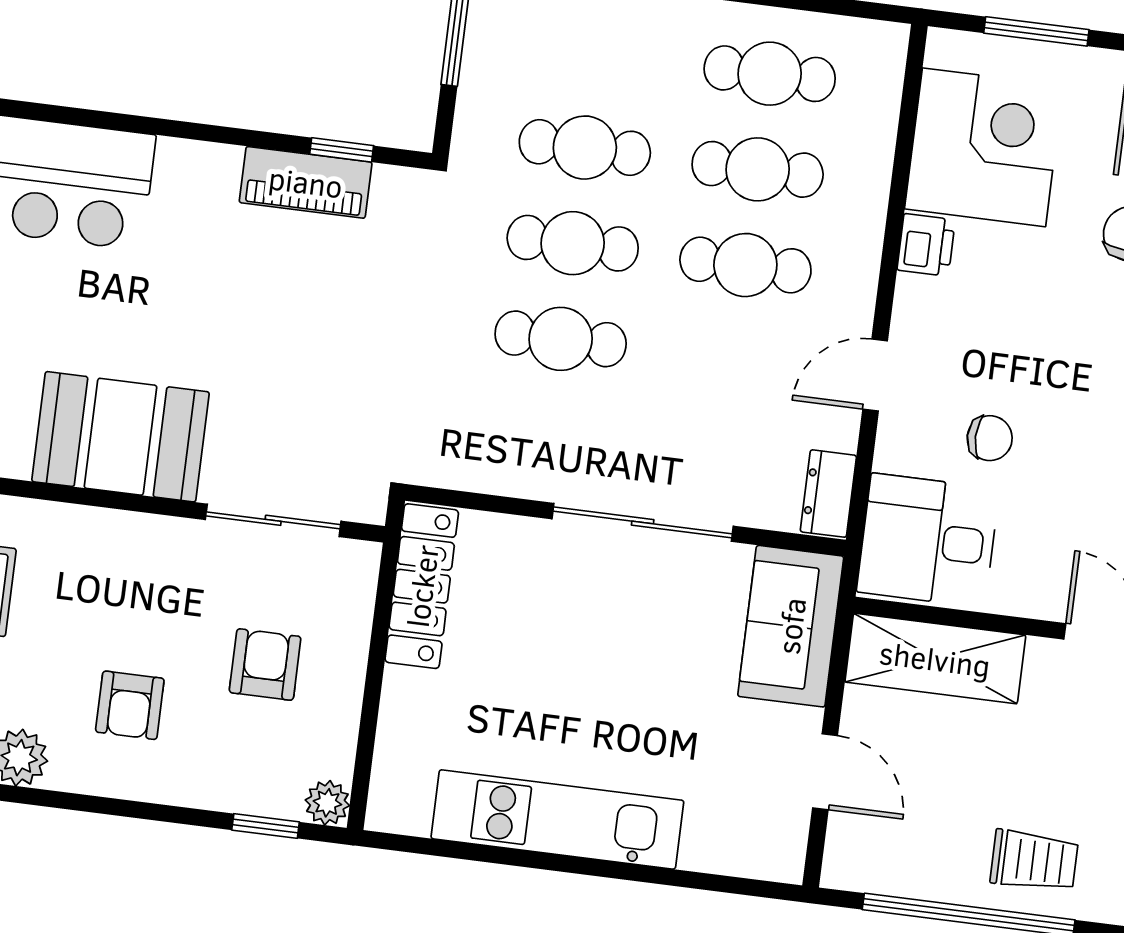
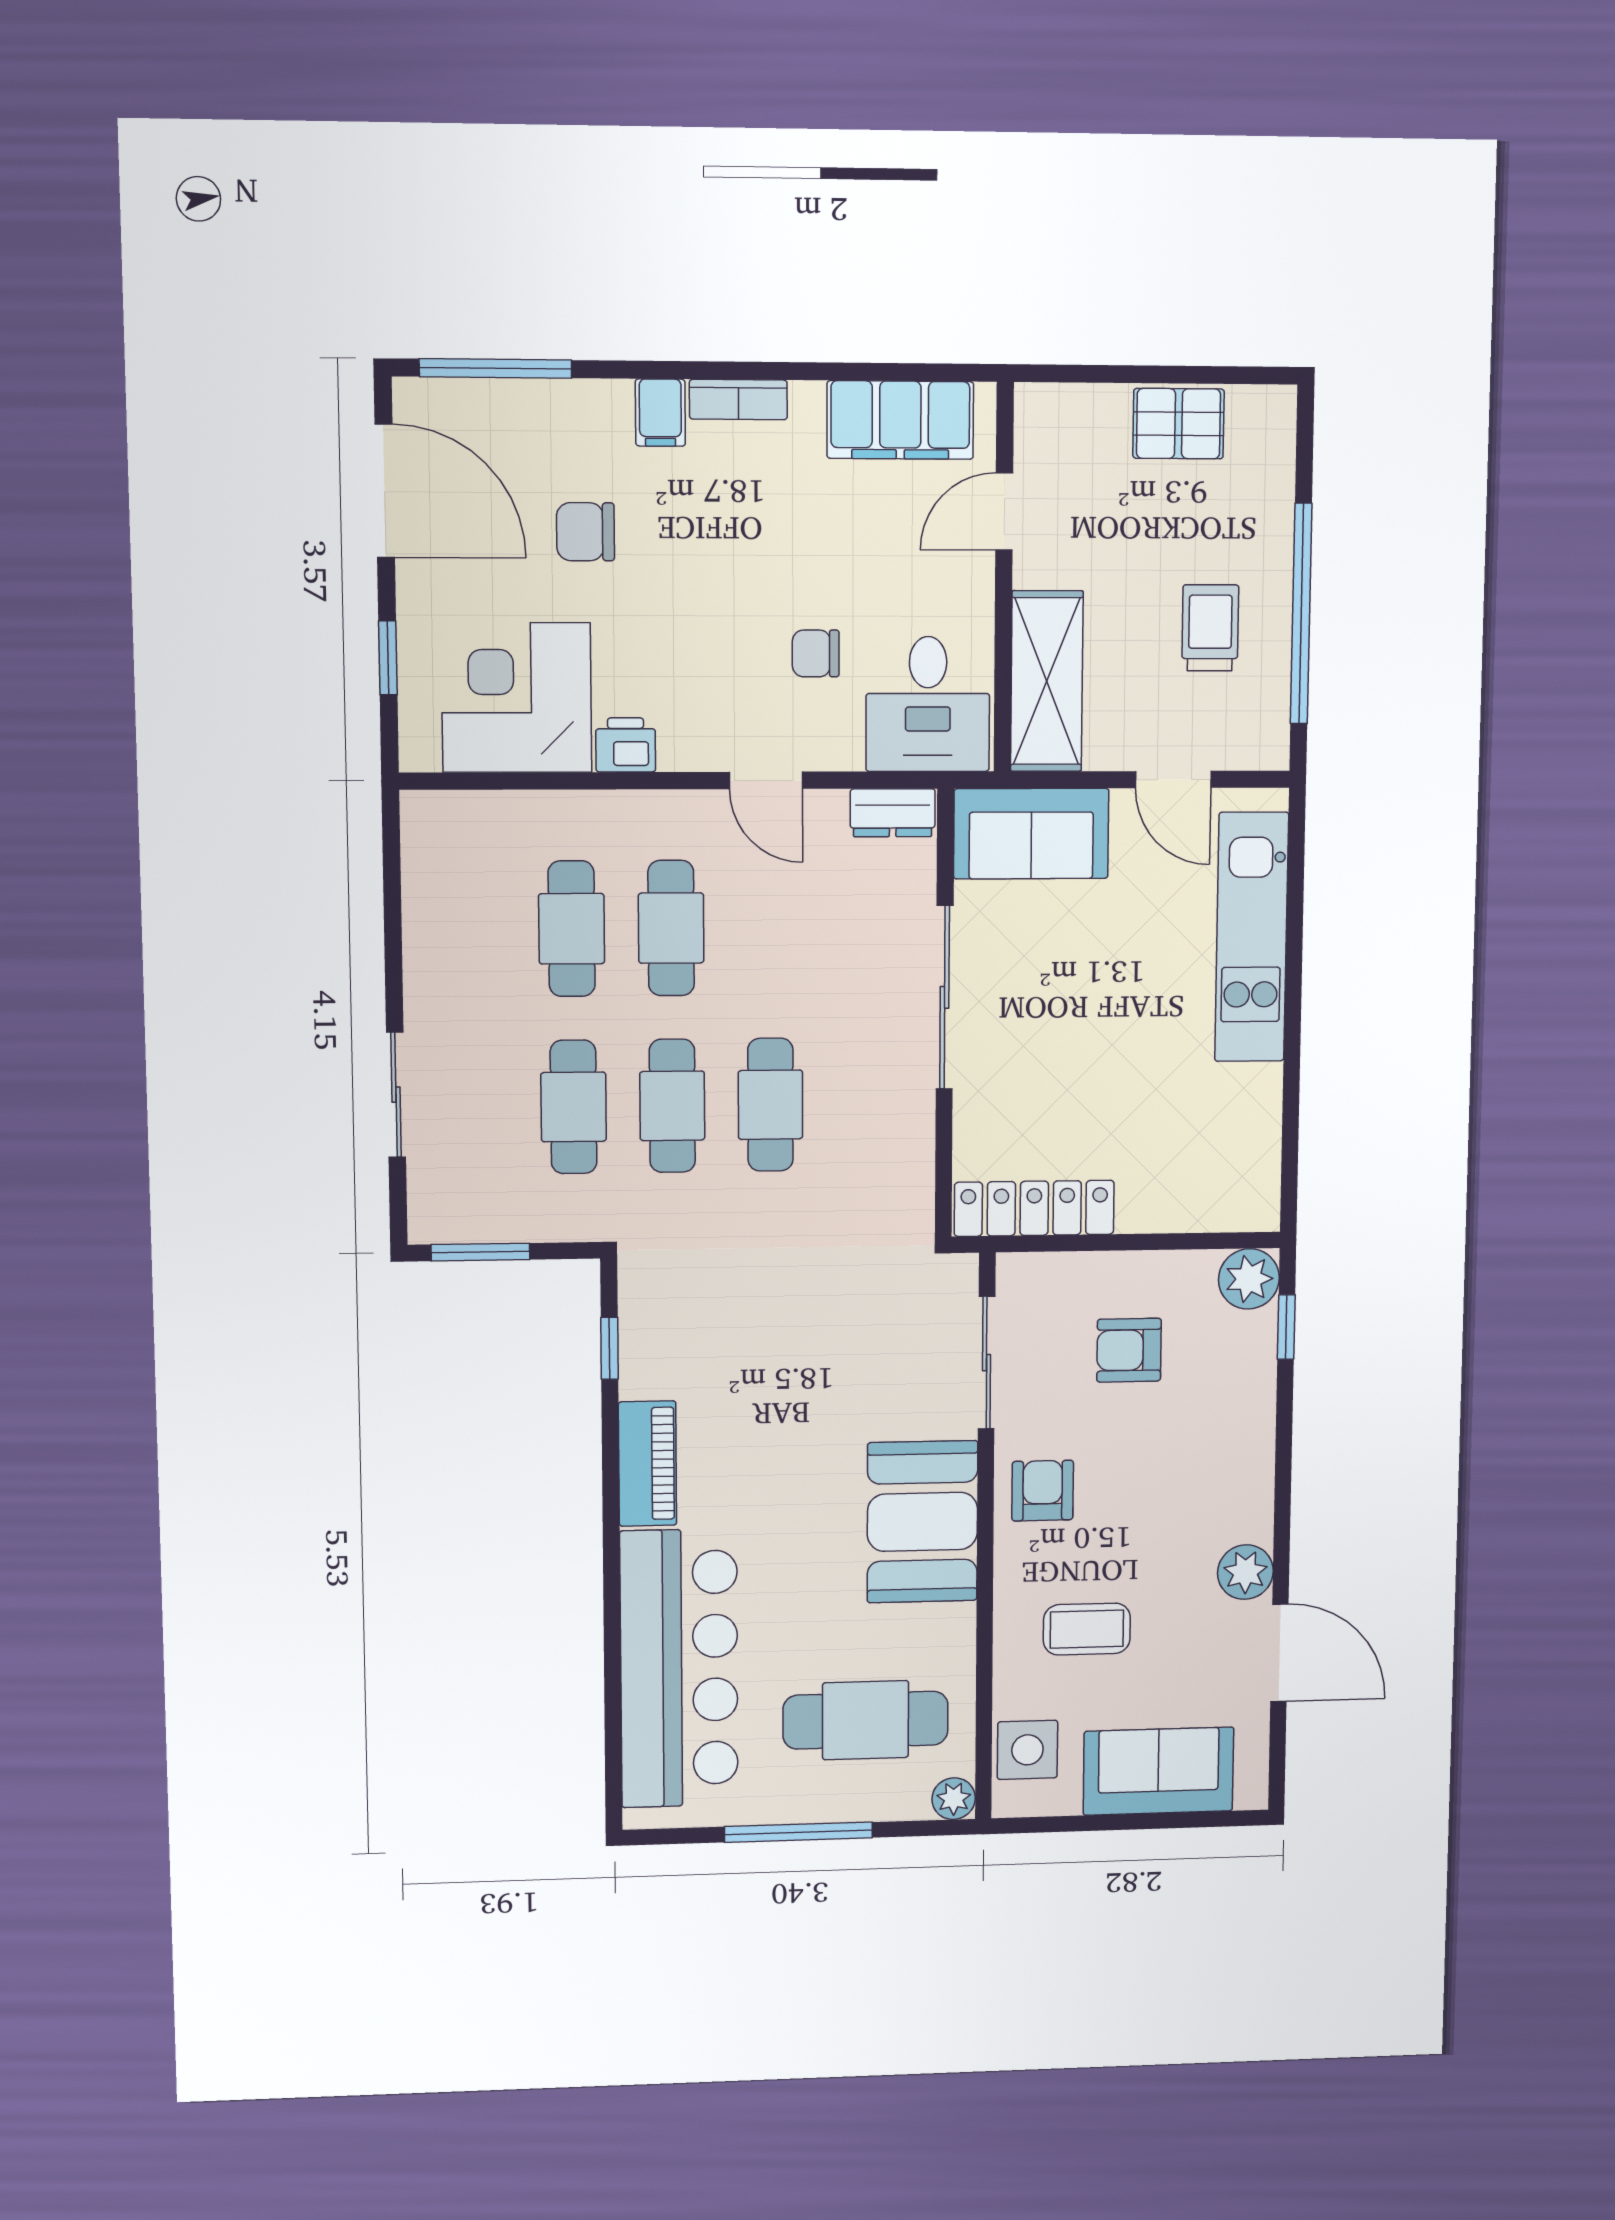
window: (1036, 31) -> (388, 658), width x0.67
cafe table: (770, 74) -> (472, 929), removed
piano: (306, 182) -> (648, 1464), moved
chair: (990, 438) -> (816, 653), turned -90
armchair: (130, 705) -> (1043, 1491), moved, turned -90
door: (825, 772) -> (1173, 779), swing flipped
plant: (327, 803) -> (1249, 1279), width x1.38, depth x1.38
kitchen unit: (557, 819) -> (1252, 937), moved
trolley: (1034, 861) -> (1210, 628), moved

